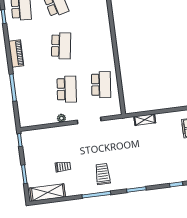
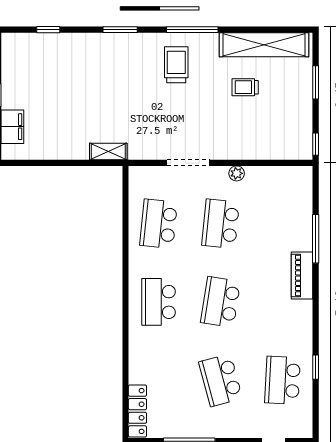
school desk: (95, 41) -> (159, 302), added
piano: (16, 53) -> (302, 276), moved
shelving: (145, 120) -> (108, 152), moved
trolley: (103, 174) -> (176, 65), turned 180
shelving: (48, 193) -> (264, 45), width x1.47

